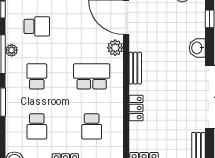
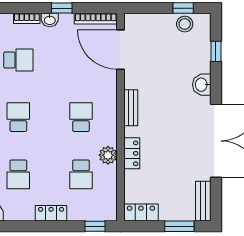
plant: (115, 48) -> (108, 155), moved
school desk: (92, 76) -> (81, 117), width x0.54

